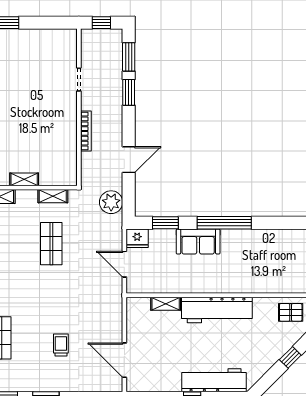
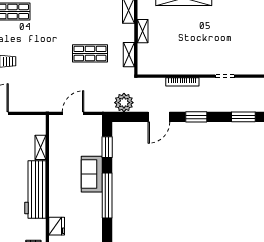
window: (129, 92) -> (196, 117), moved
door: (129, 160) -> (159, 117), hinge flipped
fridge: (137, 238) -> (57, 226), moved, turned 180

